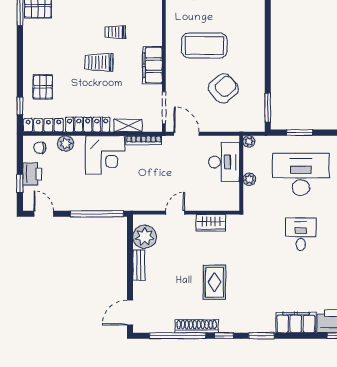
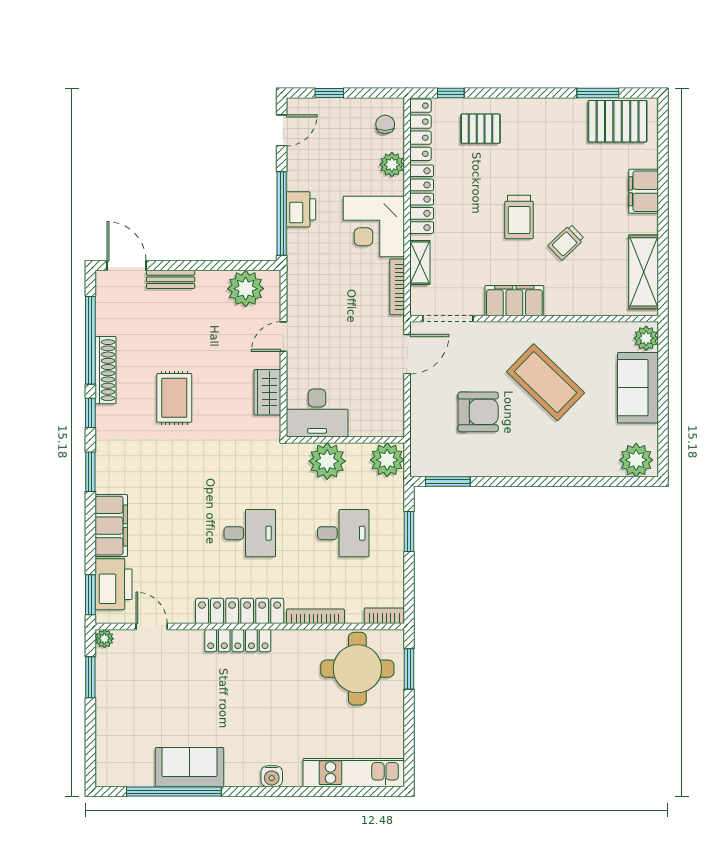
trolley: (115, 32) -> (566, 242), turned -134
coffee table: (204, 45) -> (546, 382), turned -46
trolley: (99, 62) -> (519, 217), turned 180
armchair: (223, 88) -> (478, 412), turned -48
plant: (249, 141) -> (387, 460), width x1.88, depth x1.88
desk: (224, 162) -> (317, 413), moved
printer: (32, 174) -> (301, 209), moved, turned -90
desk: (301, 174) -> (343, 533), width x0.53, depth x0.77
plant: (249, 179) -> (327, 461), width x1.87, depth x1.87
door: (175, 213) -> (283, 337), swing flipped
bench: (139, 265) -> (171, 279), moved
rug: (214, 282) -> (174, 398), turned 90

